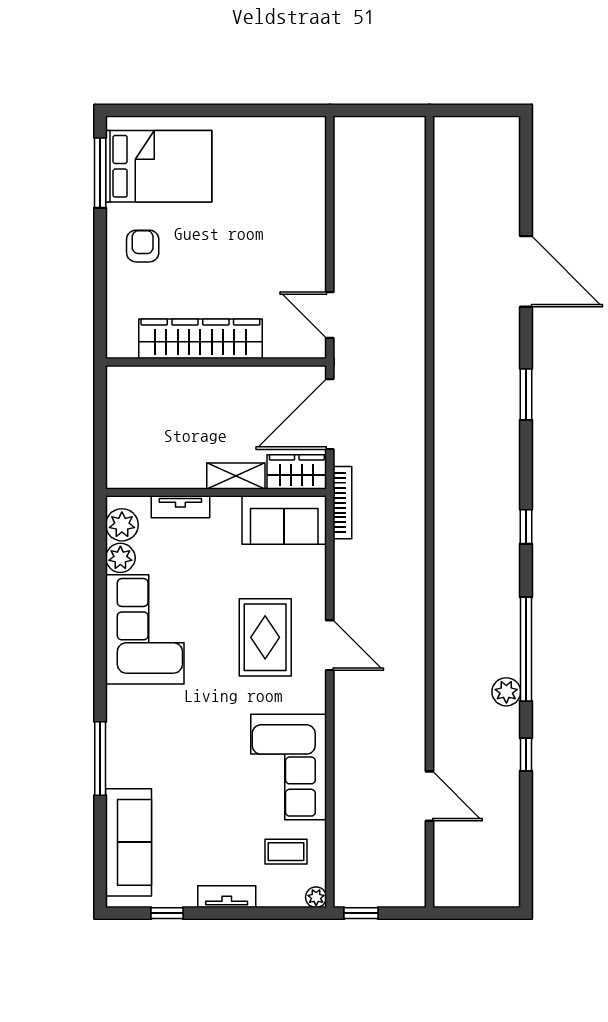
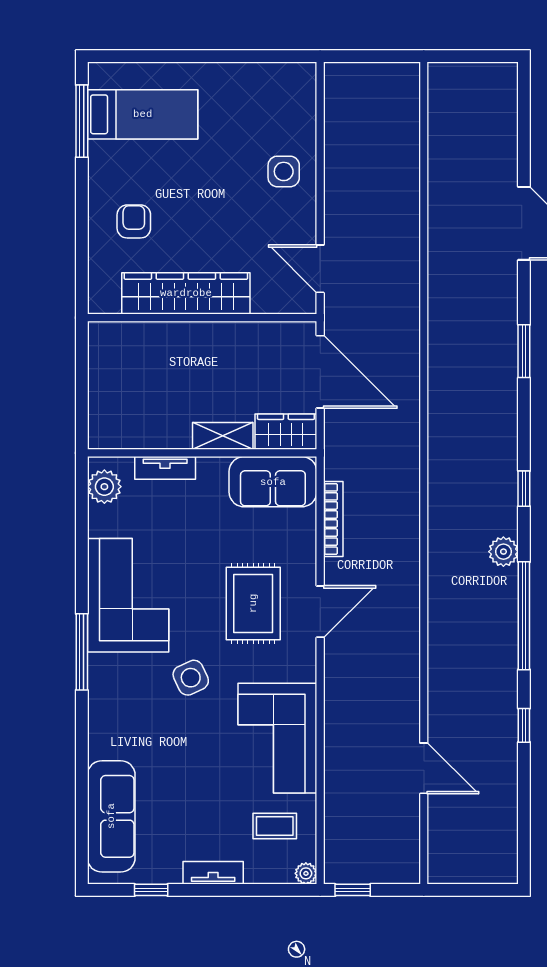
bed: (159, 166) -> (143, 114), width x0.67
side table: (295, 221) -> (284, 171), added
armchair: (143, 246) -> (134, 221), moved
door: (330, 414) -> (320, 372), swing flipped
bookcase: (342, 503) -> (333, 519), moved
plant: (120, 558) -> (103, 521), removed
door: (330, 645) -> (320, 612), hinge flipped
plant: (506, 692) -> (503, 552), moved
side table: (205, 709) -> (191, 678), added
window: (100, 758) -> (82, 652), moved

